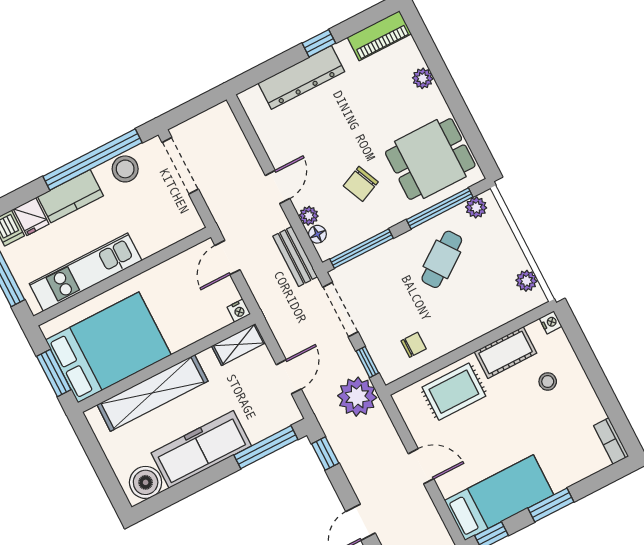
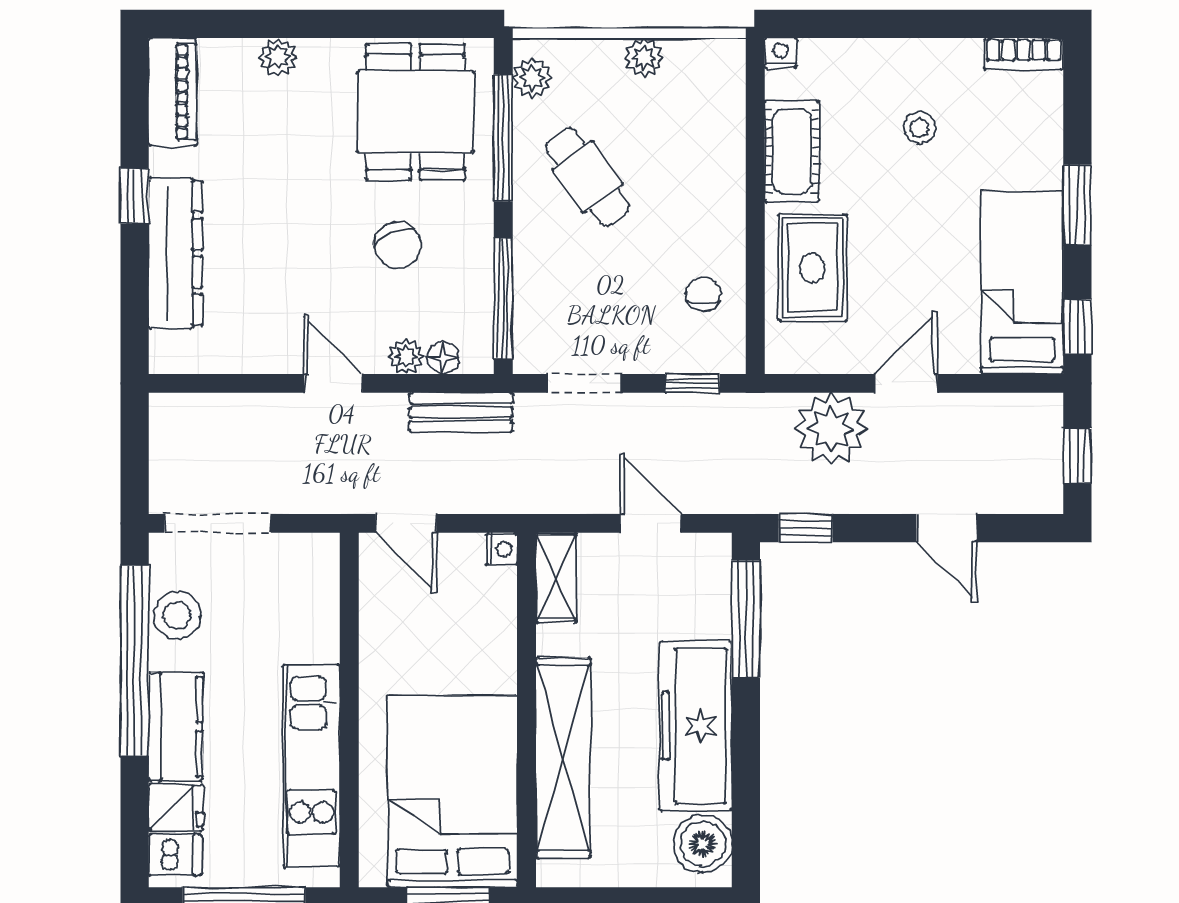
plant: (526, 281) -> (644, 58), moved
doorway: (340, 310) -> (585, 383), width x0.73
stool: (548, 382) -> (919, 128), moved
plant: (357, 397) -> (831, 429), moved

